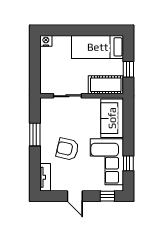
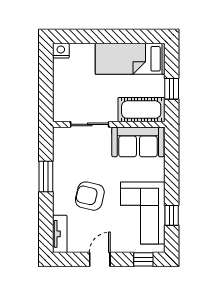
sofa: (112, 118) -> (138, 142), moved, turned -90
door: (75, 196) -> (100, 259), swing flipped

